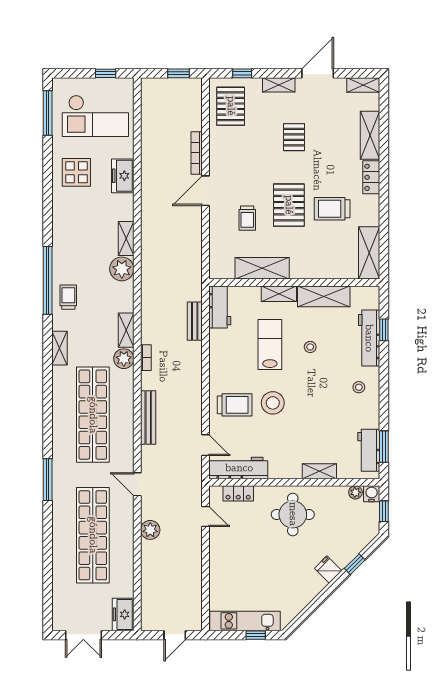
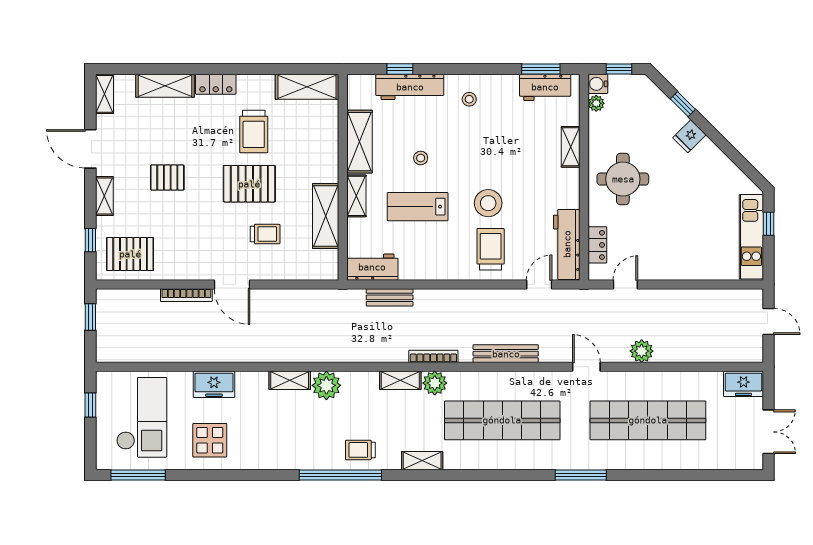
bookcase: (146, 358) -> (433, 356), width x1.56
door: (137, 484) -> (586, 367), swing flipped

